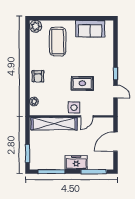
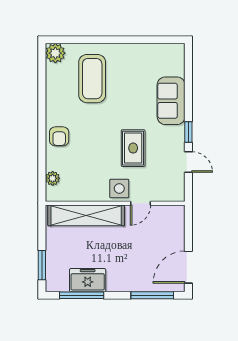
sofa: (90, 29) -> (171, 101), moved, turned 90
rug: (82, 83) -> (133, 148), turned 90
door: (115, 142) -> (188, 267), moved
freezer: (76, 163) -> (88, 280), moved

